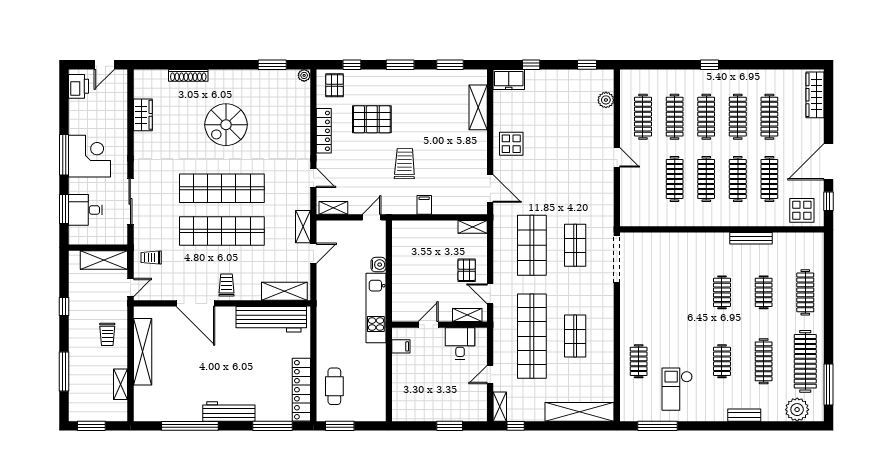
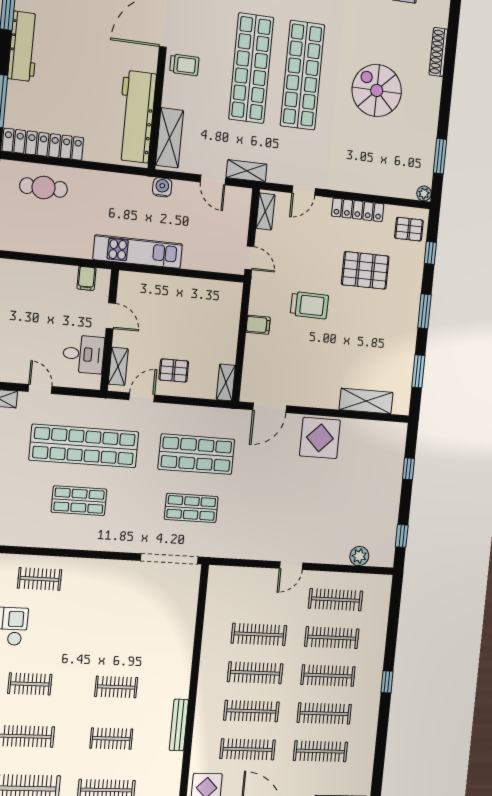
freezer: (509, 79) -> (394, 441), removed
pallet: (372, 119) -> (365, 270), turned 90
display table: (511, 144) -> (320, 438), width x1.36, depth x1.36
water cooler: (378, 265) -> (162, 187), moved, turned 180

